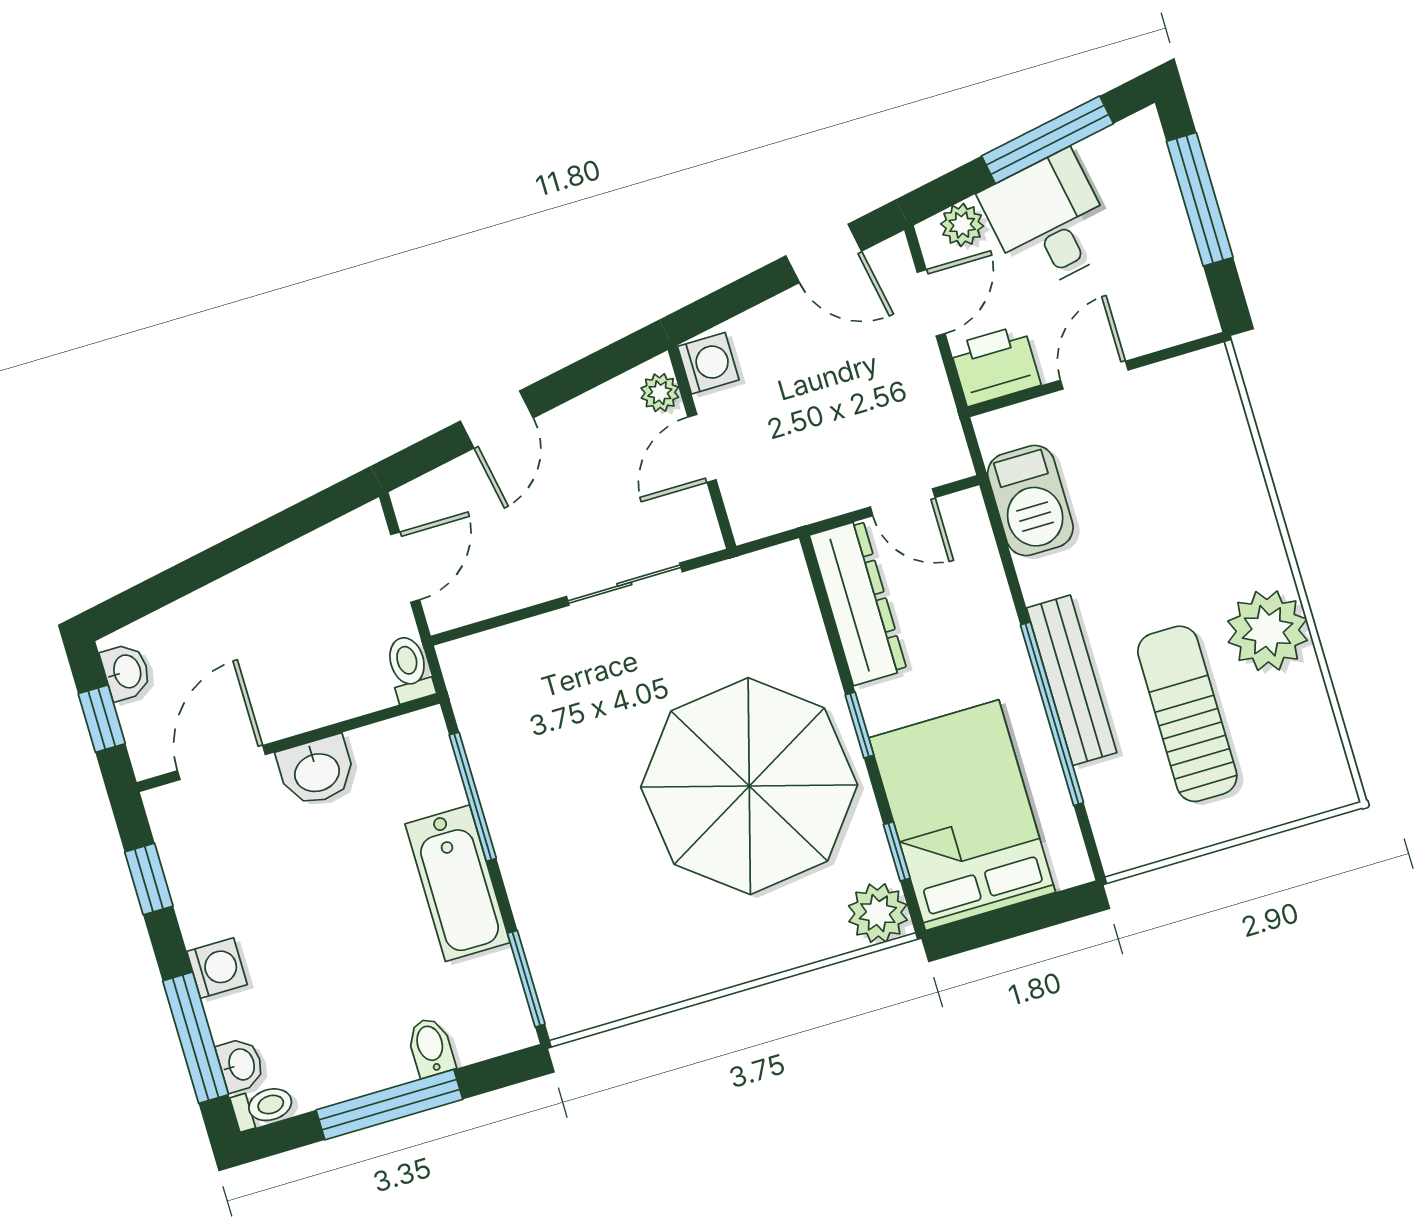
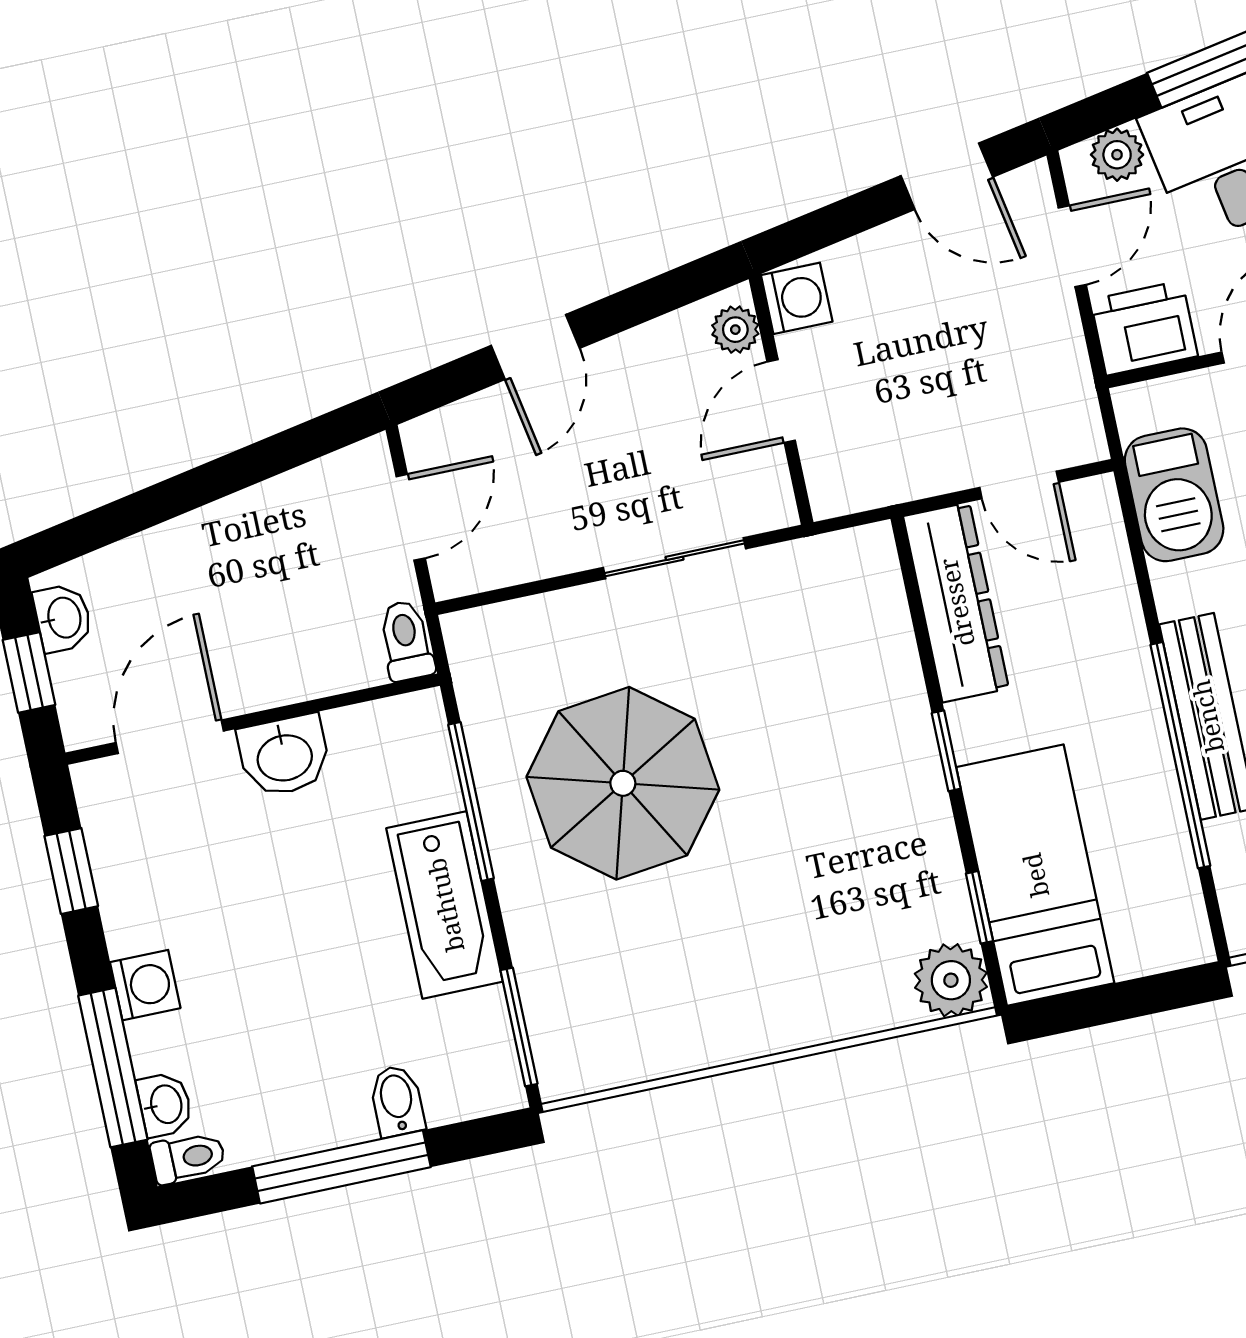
parasol: (749, 786) -> (623, 783), moved, width x0.73, depth x0.73
bed: (962, 815) -> (1035, 875), width x0.67

